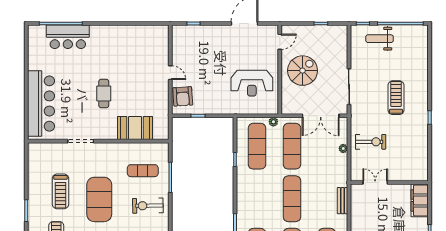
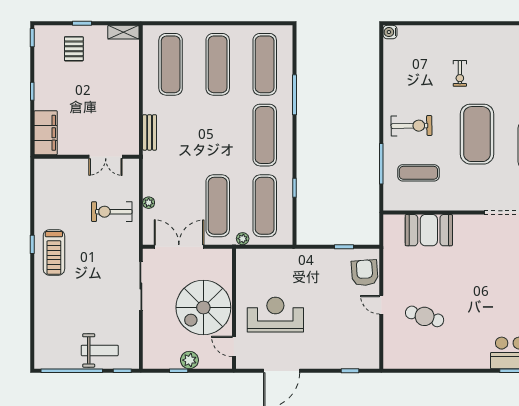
plant: (313, 32) -> (189, 360), added
door: (280, 42) -> (234, 346), hinge flipped
spiral stairs: (303, 71) -> (203, 307), width x1.37, depth x1.37
reception desk: (252, 83) -> (275, 315), moved
cafe table: (104, 93) -> (425, 316), moved, turned -73
treadmill: (396, 98) -> (54, 252), moved
exercise mat: (292, 199) -> (265, 135), moved

